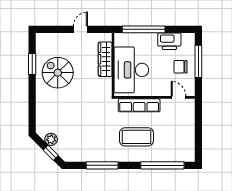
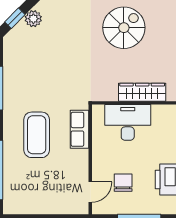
chair: (181, 67) -> (123, 183), moved
desk: (131, 70) -> (128, 122), width x0.73, depth x0.77
row of seats: (139, 105) -> (80, 129), width x0.68

